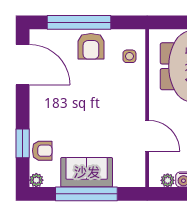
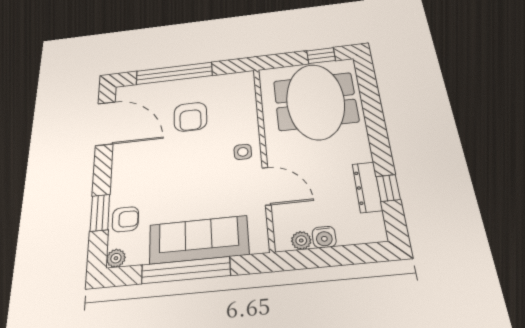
armchair: (91, 46) -> (190, 117), moved
side table: (129, 56) -> (243, 152), moved
sofa: (87, 172) -> (199, 240), width x1.36

